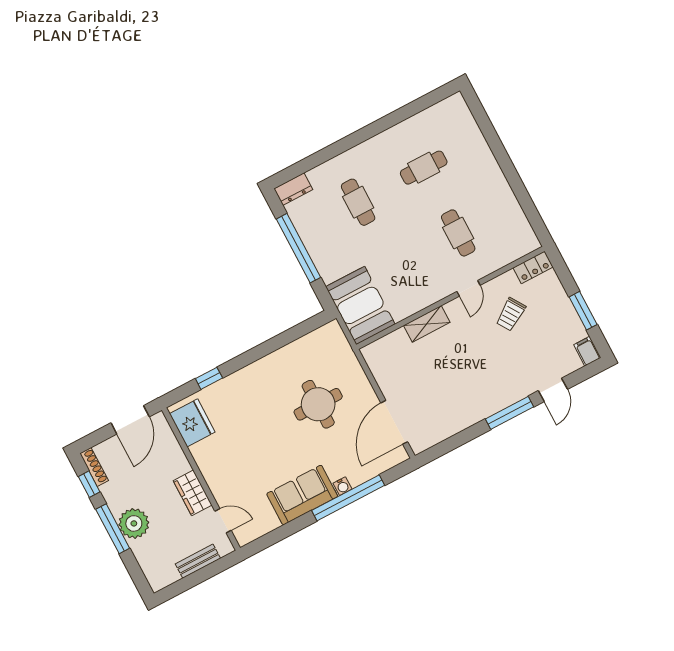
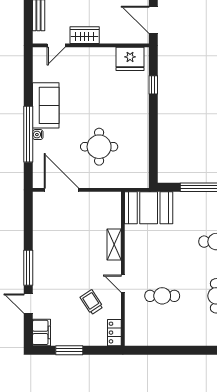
filing cabinet: (587, 351) -> (41, 332), width x2.00

